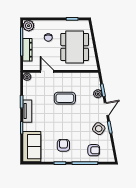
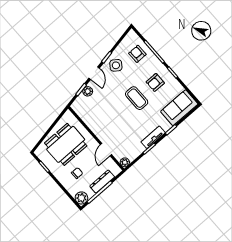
coffee table: (65, 98) -> (137, 98), moved
door: (106, 109) -> (94, 73), swing flipped

